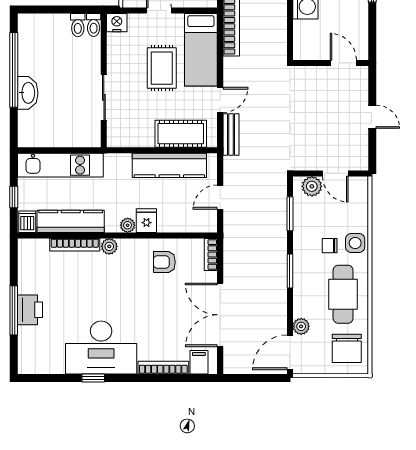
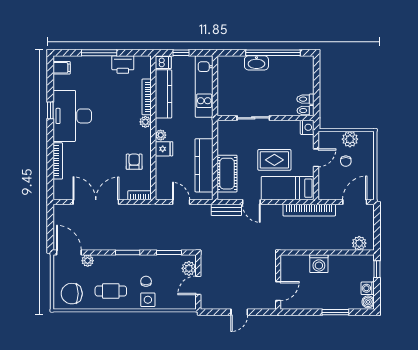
cafe table: (343, 294) -> (111, 291), width x0.73, depth x0.74
printer: (30, 310) -> (123, 64), moved
filing cabinet: (199, 362) -> (62, 68), moved

